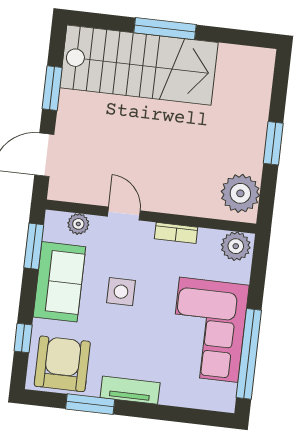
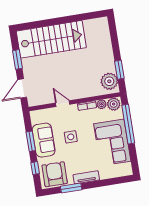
window: (165, 29) -> (58, 21), removed
window: (273, 143) -> (119, 70), moved
plant: (78, 224) -> (102, 104), moved
window: (34, 246) -> (31, 141), moved
window: (249, 354) -> (128, 124), moved

